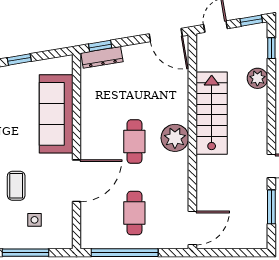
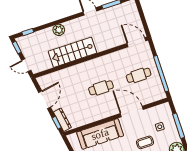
door: (166, 35) -> (45, 100), moved
plant: (257, 78) -> (59, 30), moved
plant: (175, 138) -> (92, 67), removed

